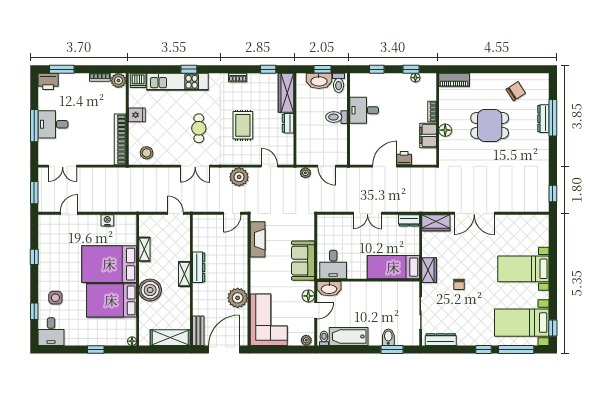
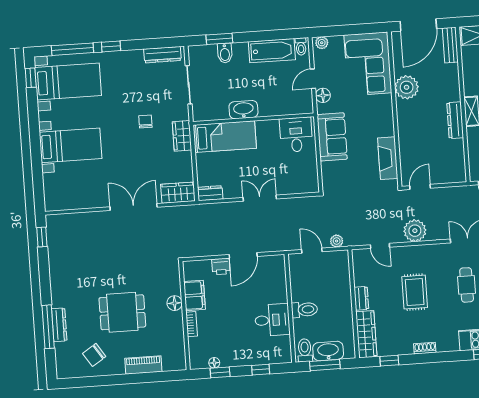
window: (323, 69) -> (325, 365), width x1.50
piano: (454, 80) -> (143, 365), moved
washbasin: (329, 289) -> (243, 110), moved

